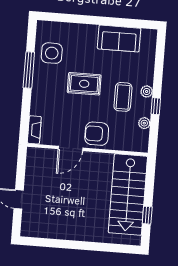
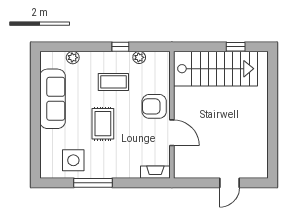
sofa: (119, 39) -> (52, 99), width x1.36
plant: (147, 91) -> (73, 58), moved
armchair: (97, 134) -> (154, 106), turned 90

